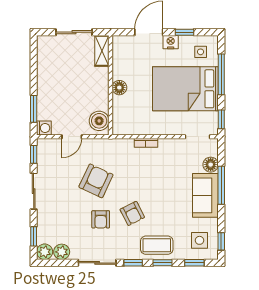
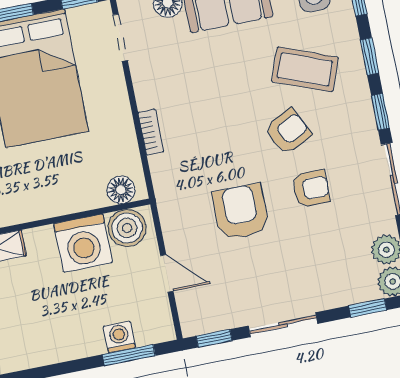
floor lamp: (119, 88) -> (121, 190), moved
washing machine: (96, 97) -> (83, 243), added
washing machine: (44, 128) -> (119, 337), moved
armchair: (96, 181) -> (241, 212), turned 65
coffee table: (157, 245) -> (305, 69), moved, turned -69

